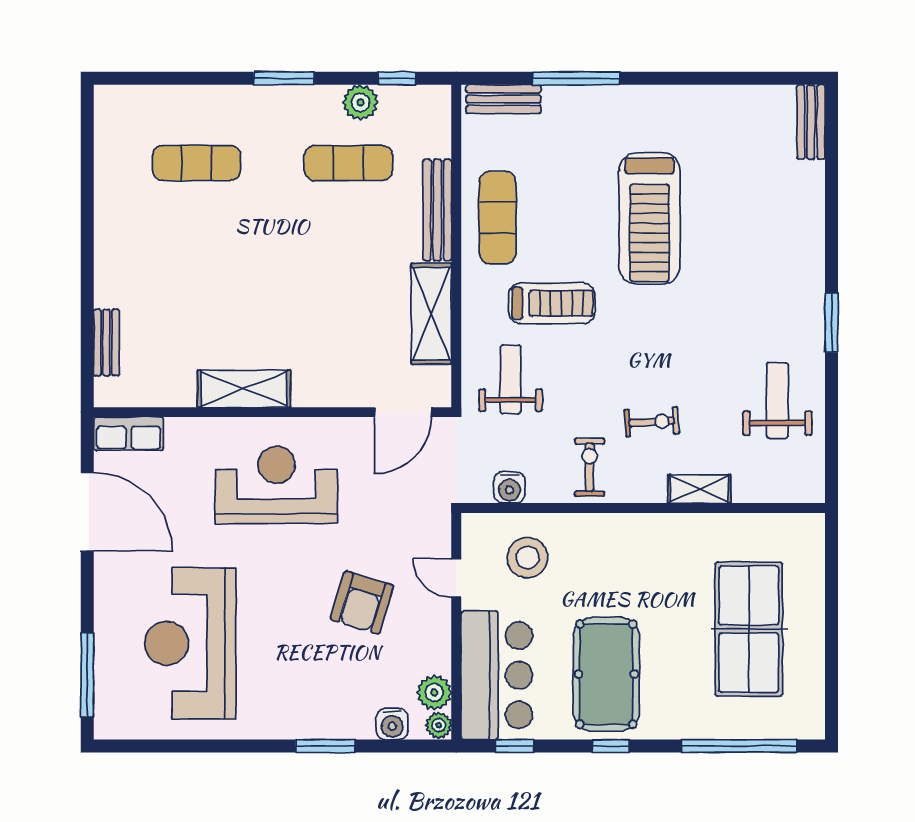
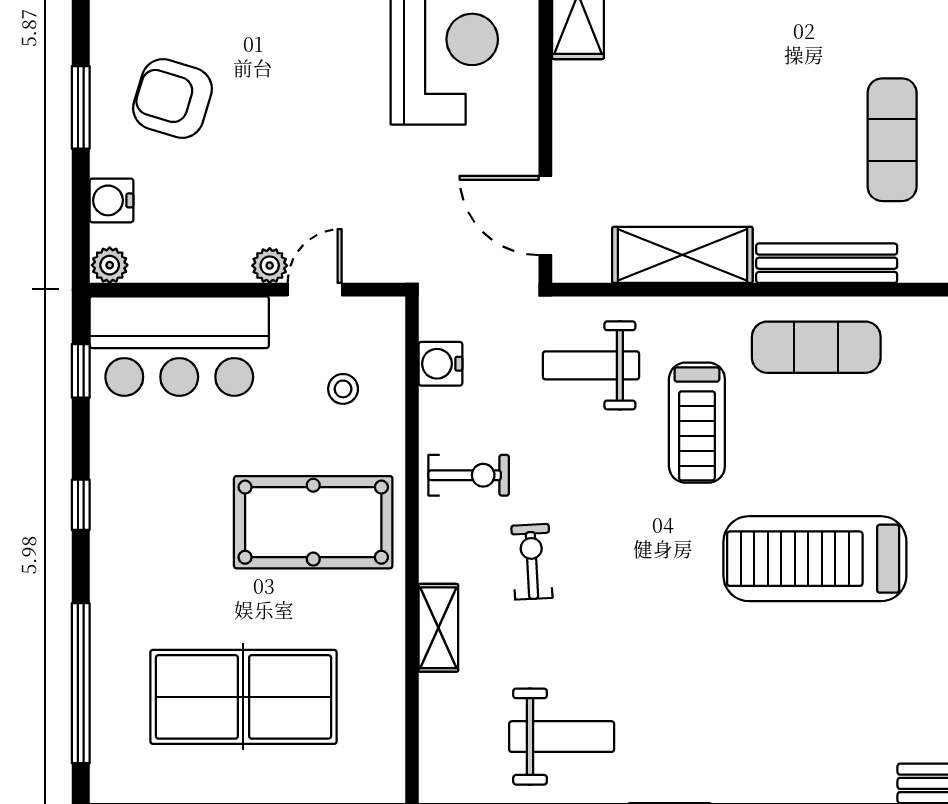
weight bench: (511, 379) -> (591, 365), turned 180
exercise bike: (652, 422) -> (532, 562), turned 180
stool: (528, 558) -> (343, 389), width x0.53, depth x0.53
armchair: (362, 603) -> (173, 98), moved
pool table: (606, 674) -> (313, 522), moved
plant: (434, 693) -> (270, 266), moved, width x0.73, depth x0.73

